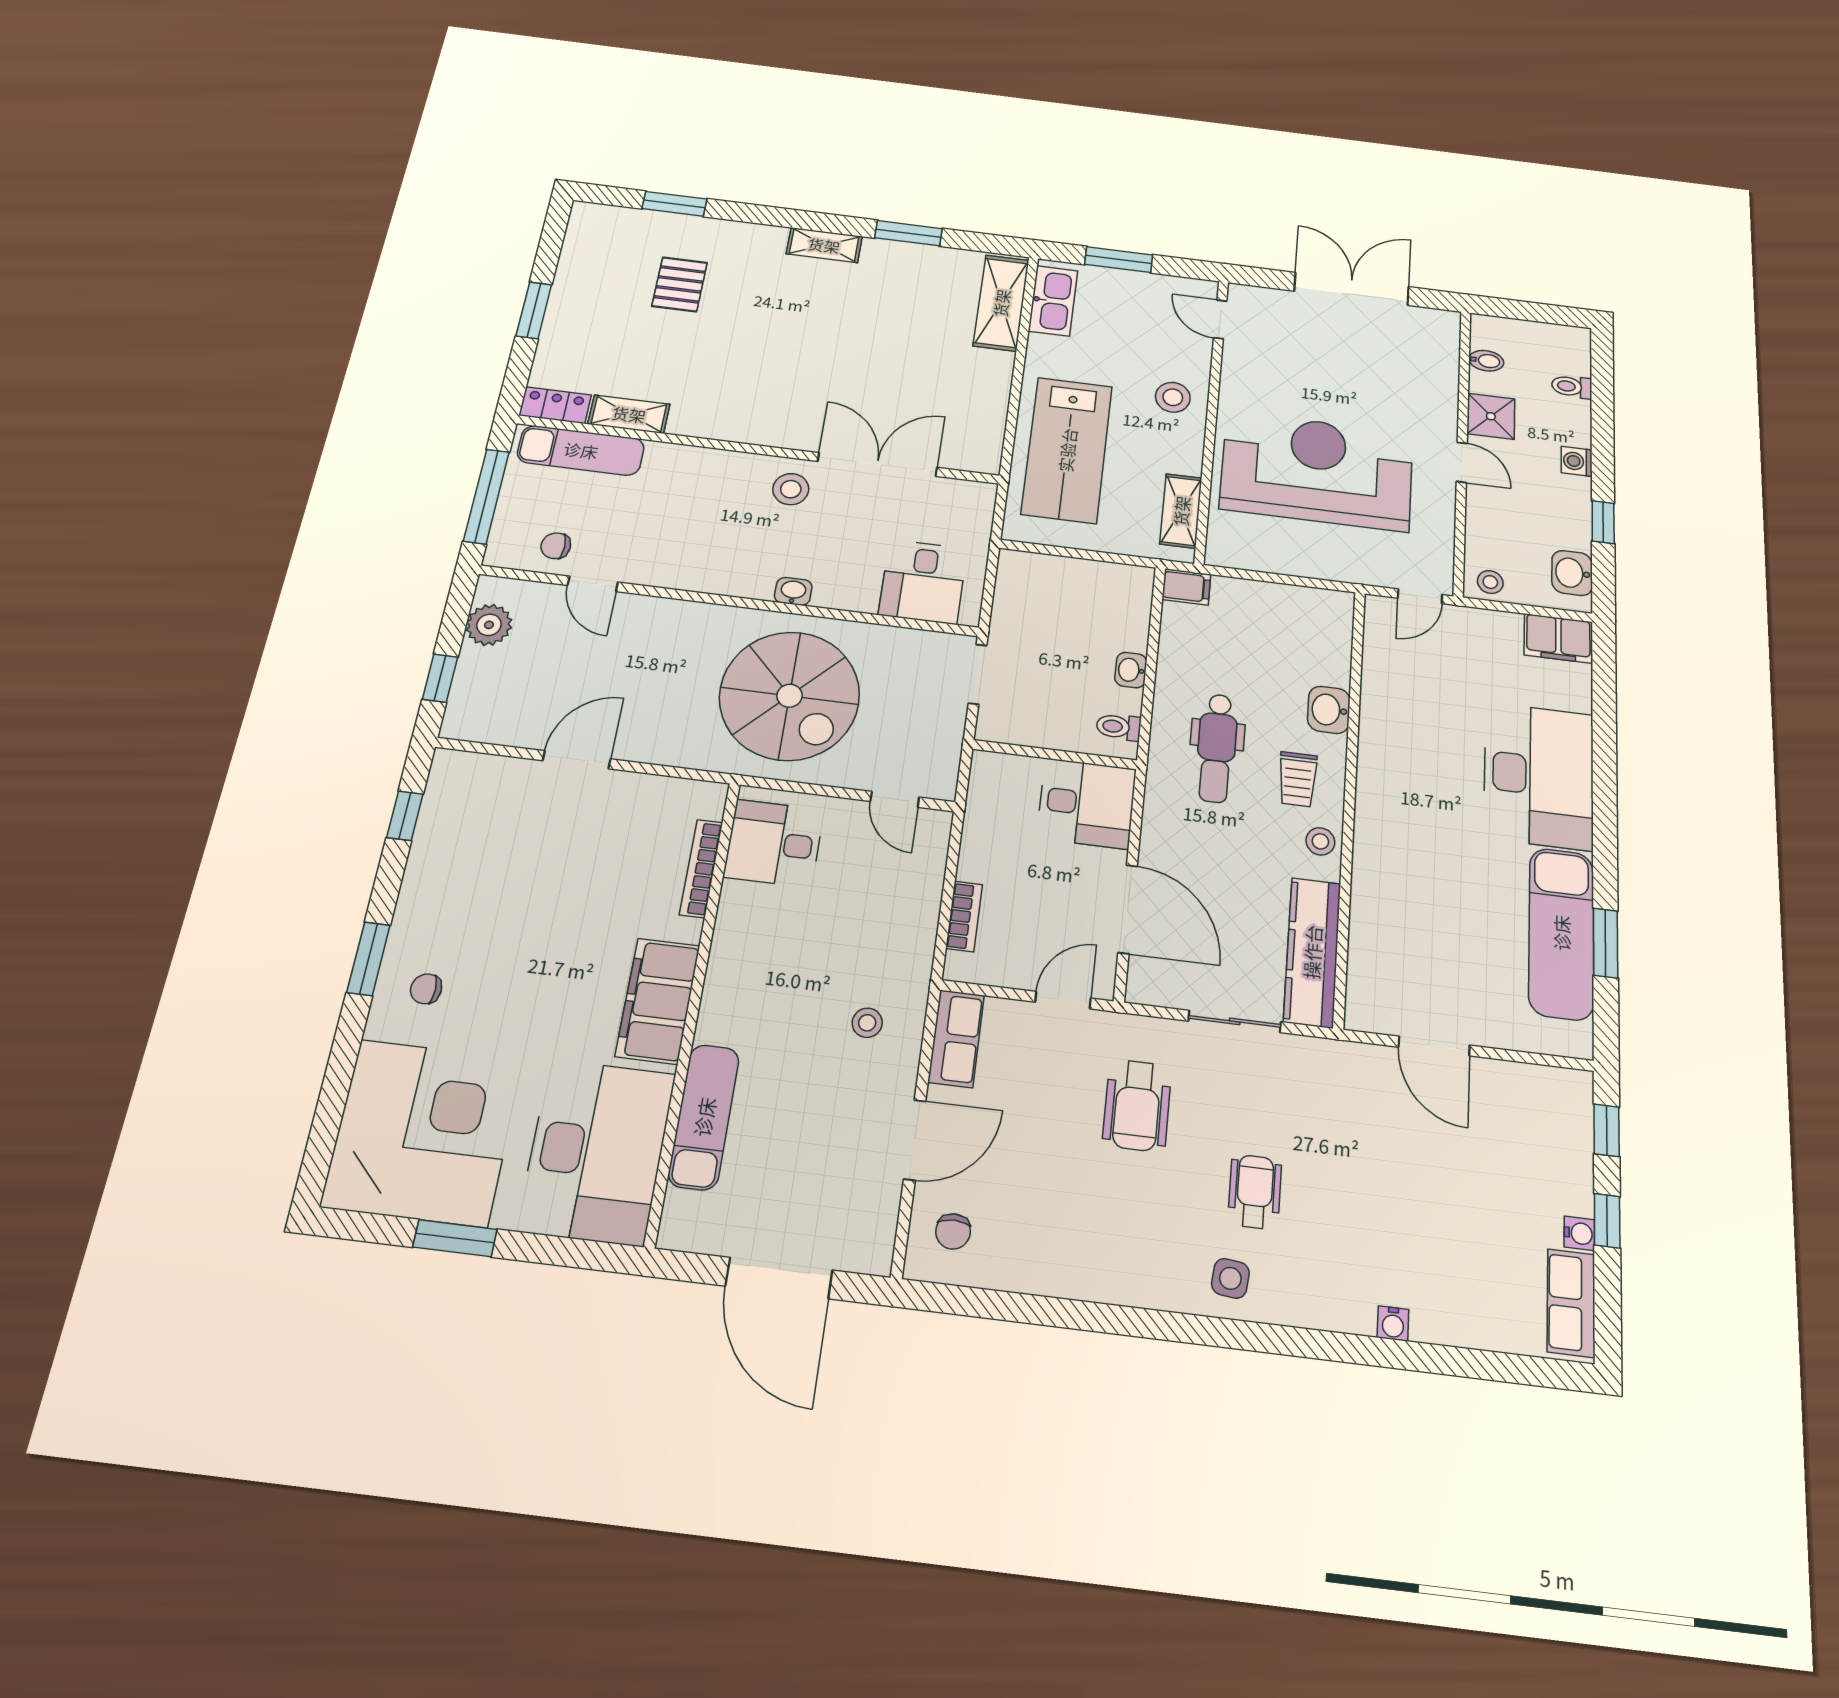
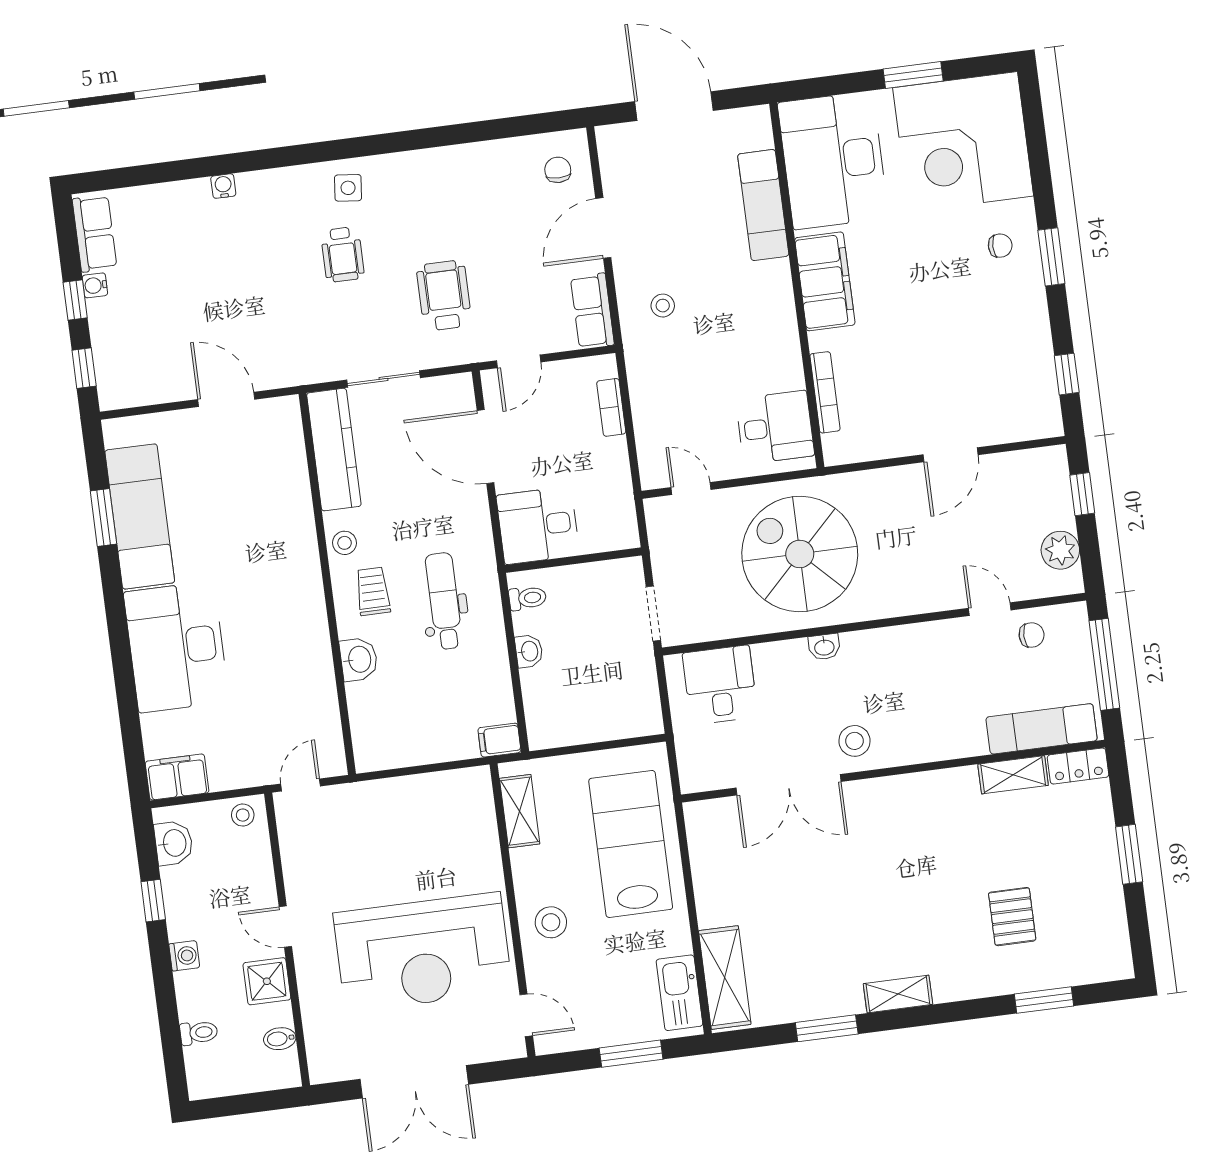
reception desk: (1317, 471) -> (423, 952), moved

